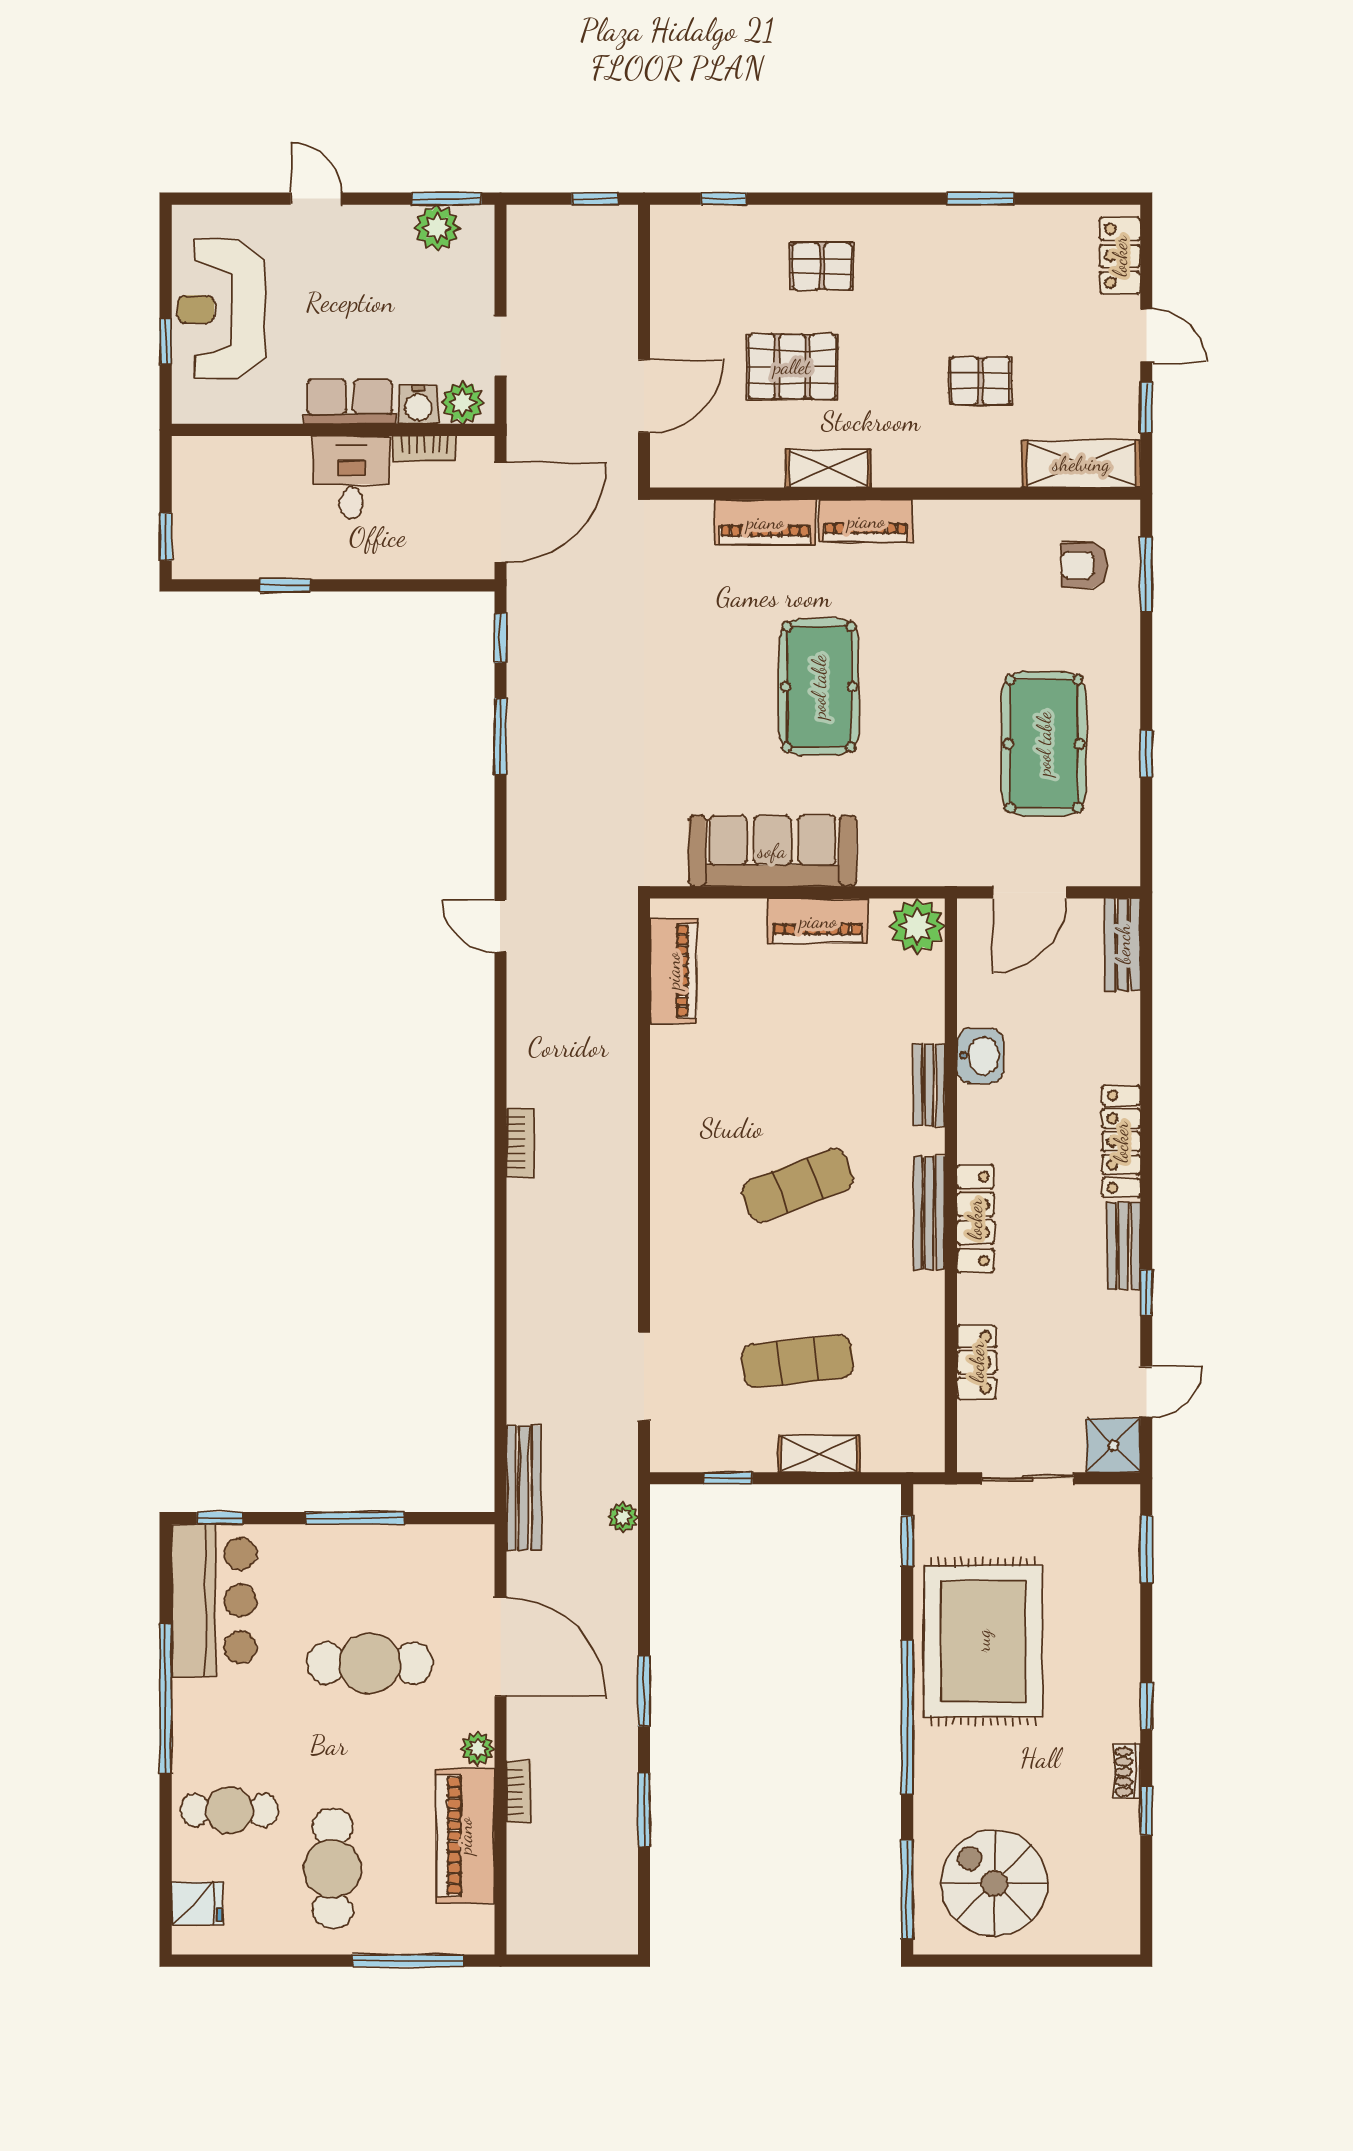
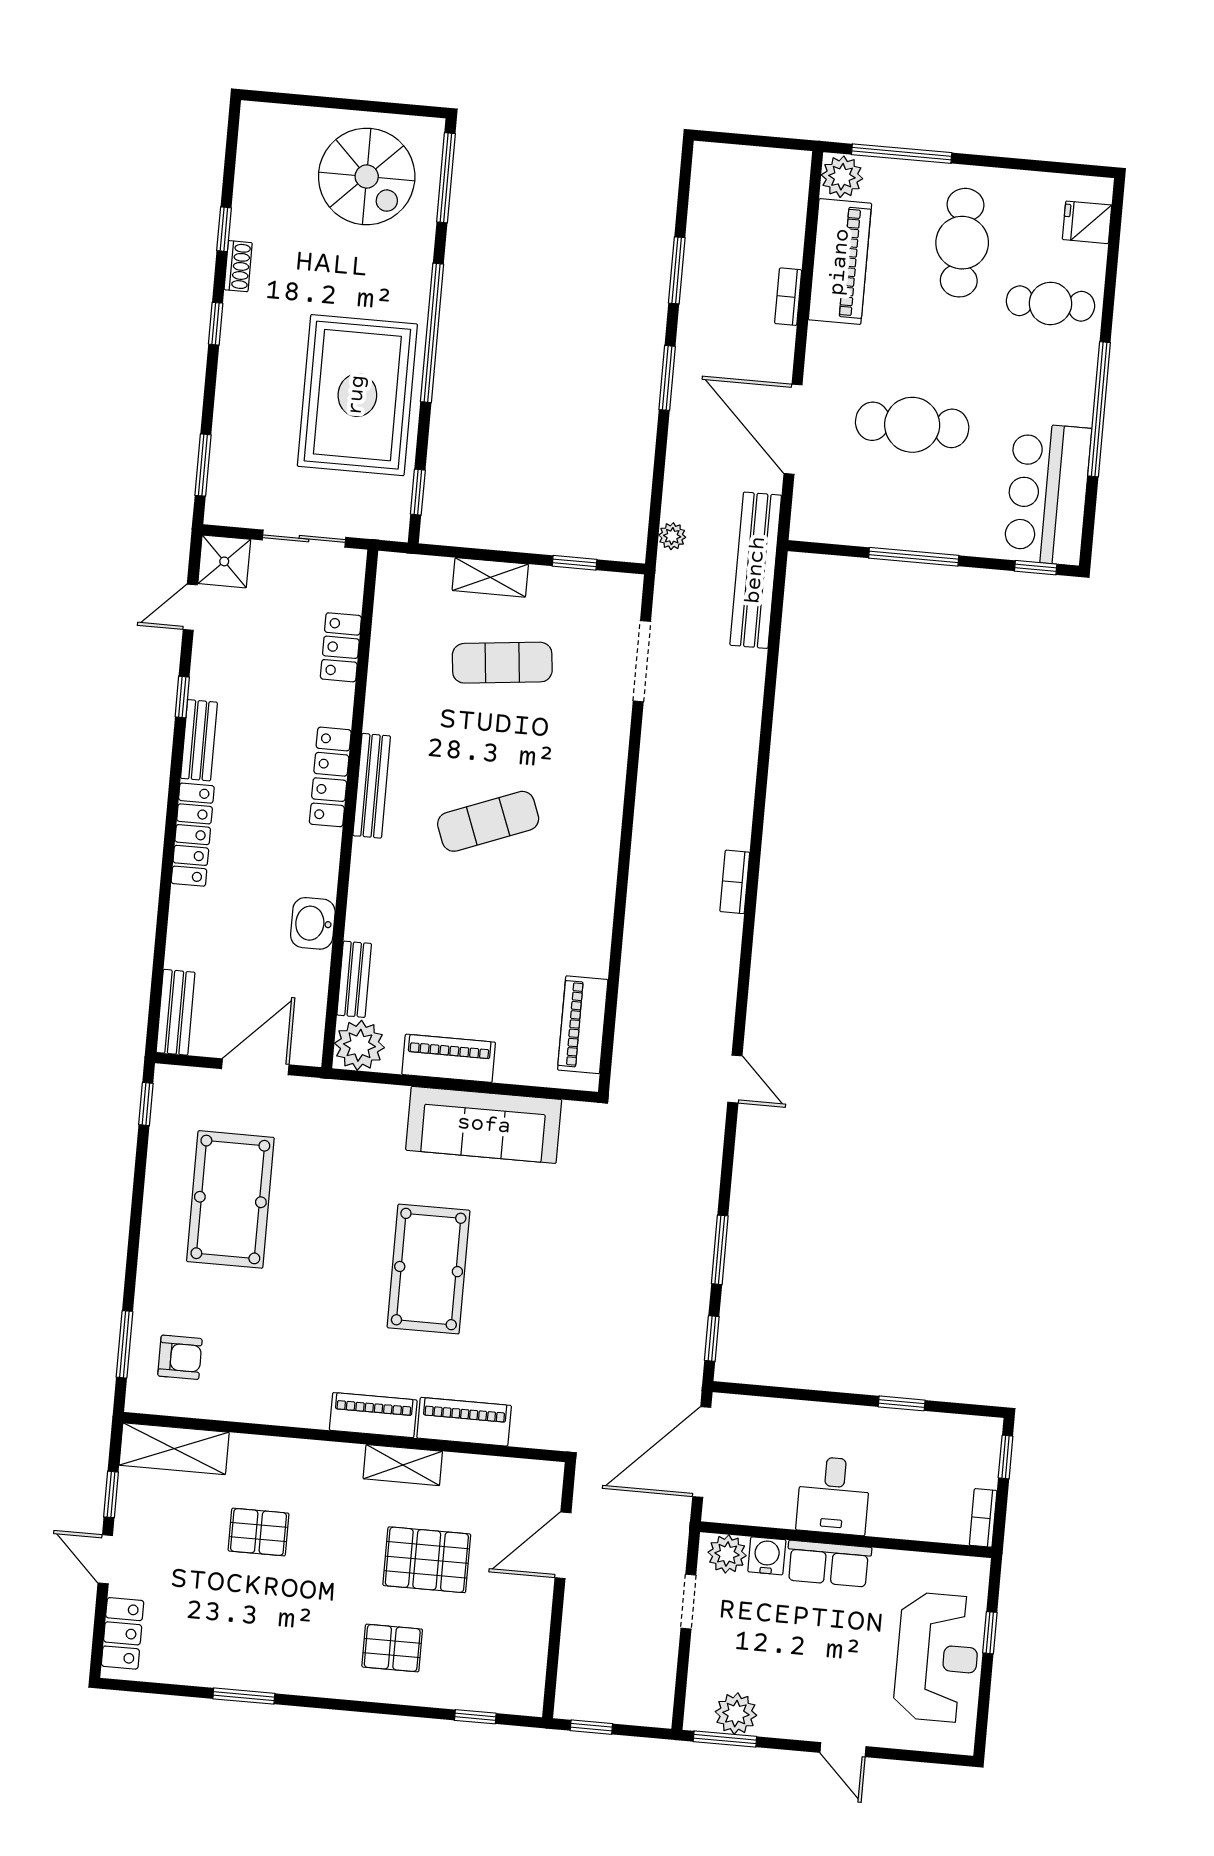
bookcase: (424, 448) -> (983, 1518), moved, turned -90
window: (1146, 754) -> (146, 1104), moved
bench: (929, 1085) -> (354, 979), moved
bench: (524, 1488) -> (756, 570), width x1.37, depth x1.21
plant: (478, 1749) -> (842, 177), moved, width x1.38, depth x1.38

